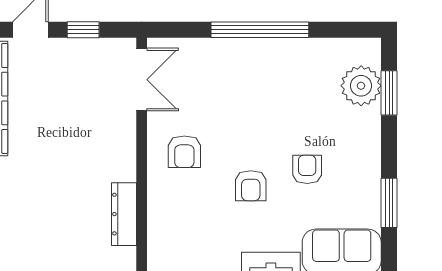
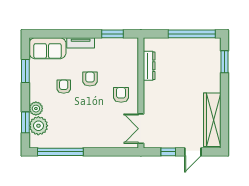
window: (260, 30) -> (60, 152), moved
plant: (367, 123) -> (36, 109), added
armchair: (307, 169) -> (64, 87), turned 180

